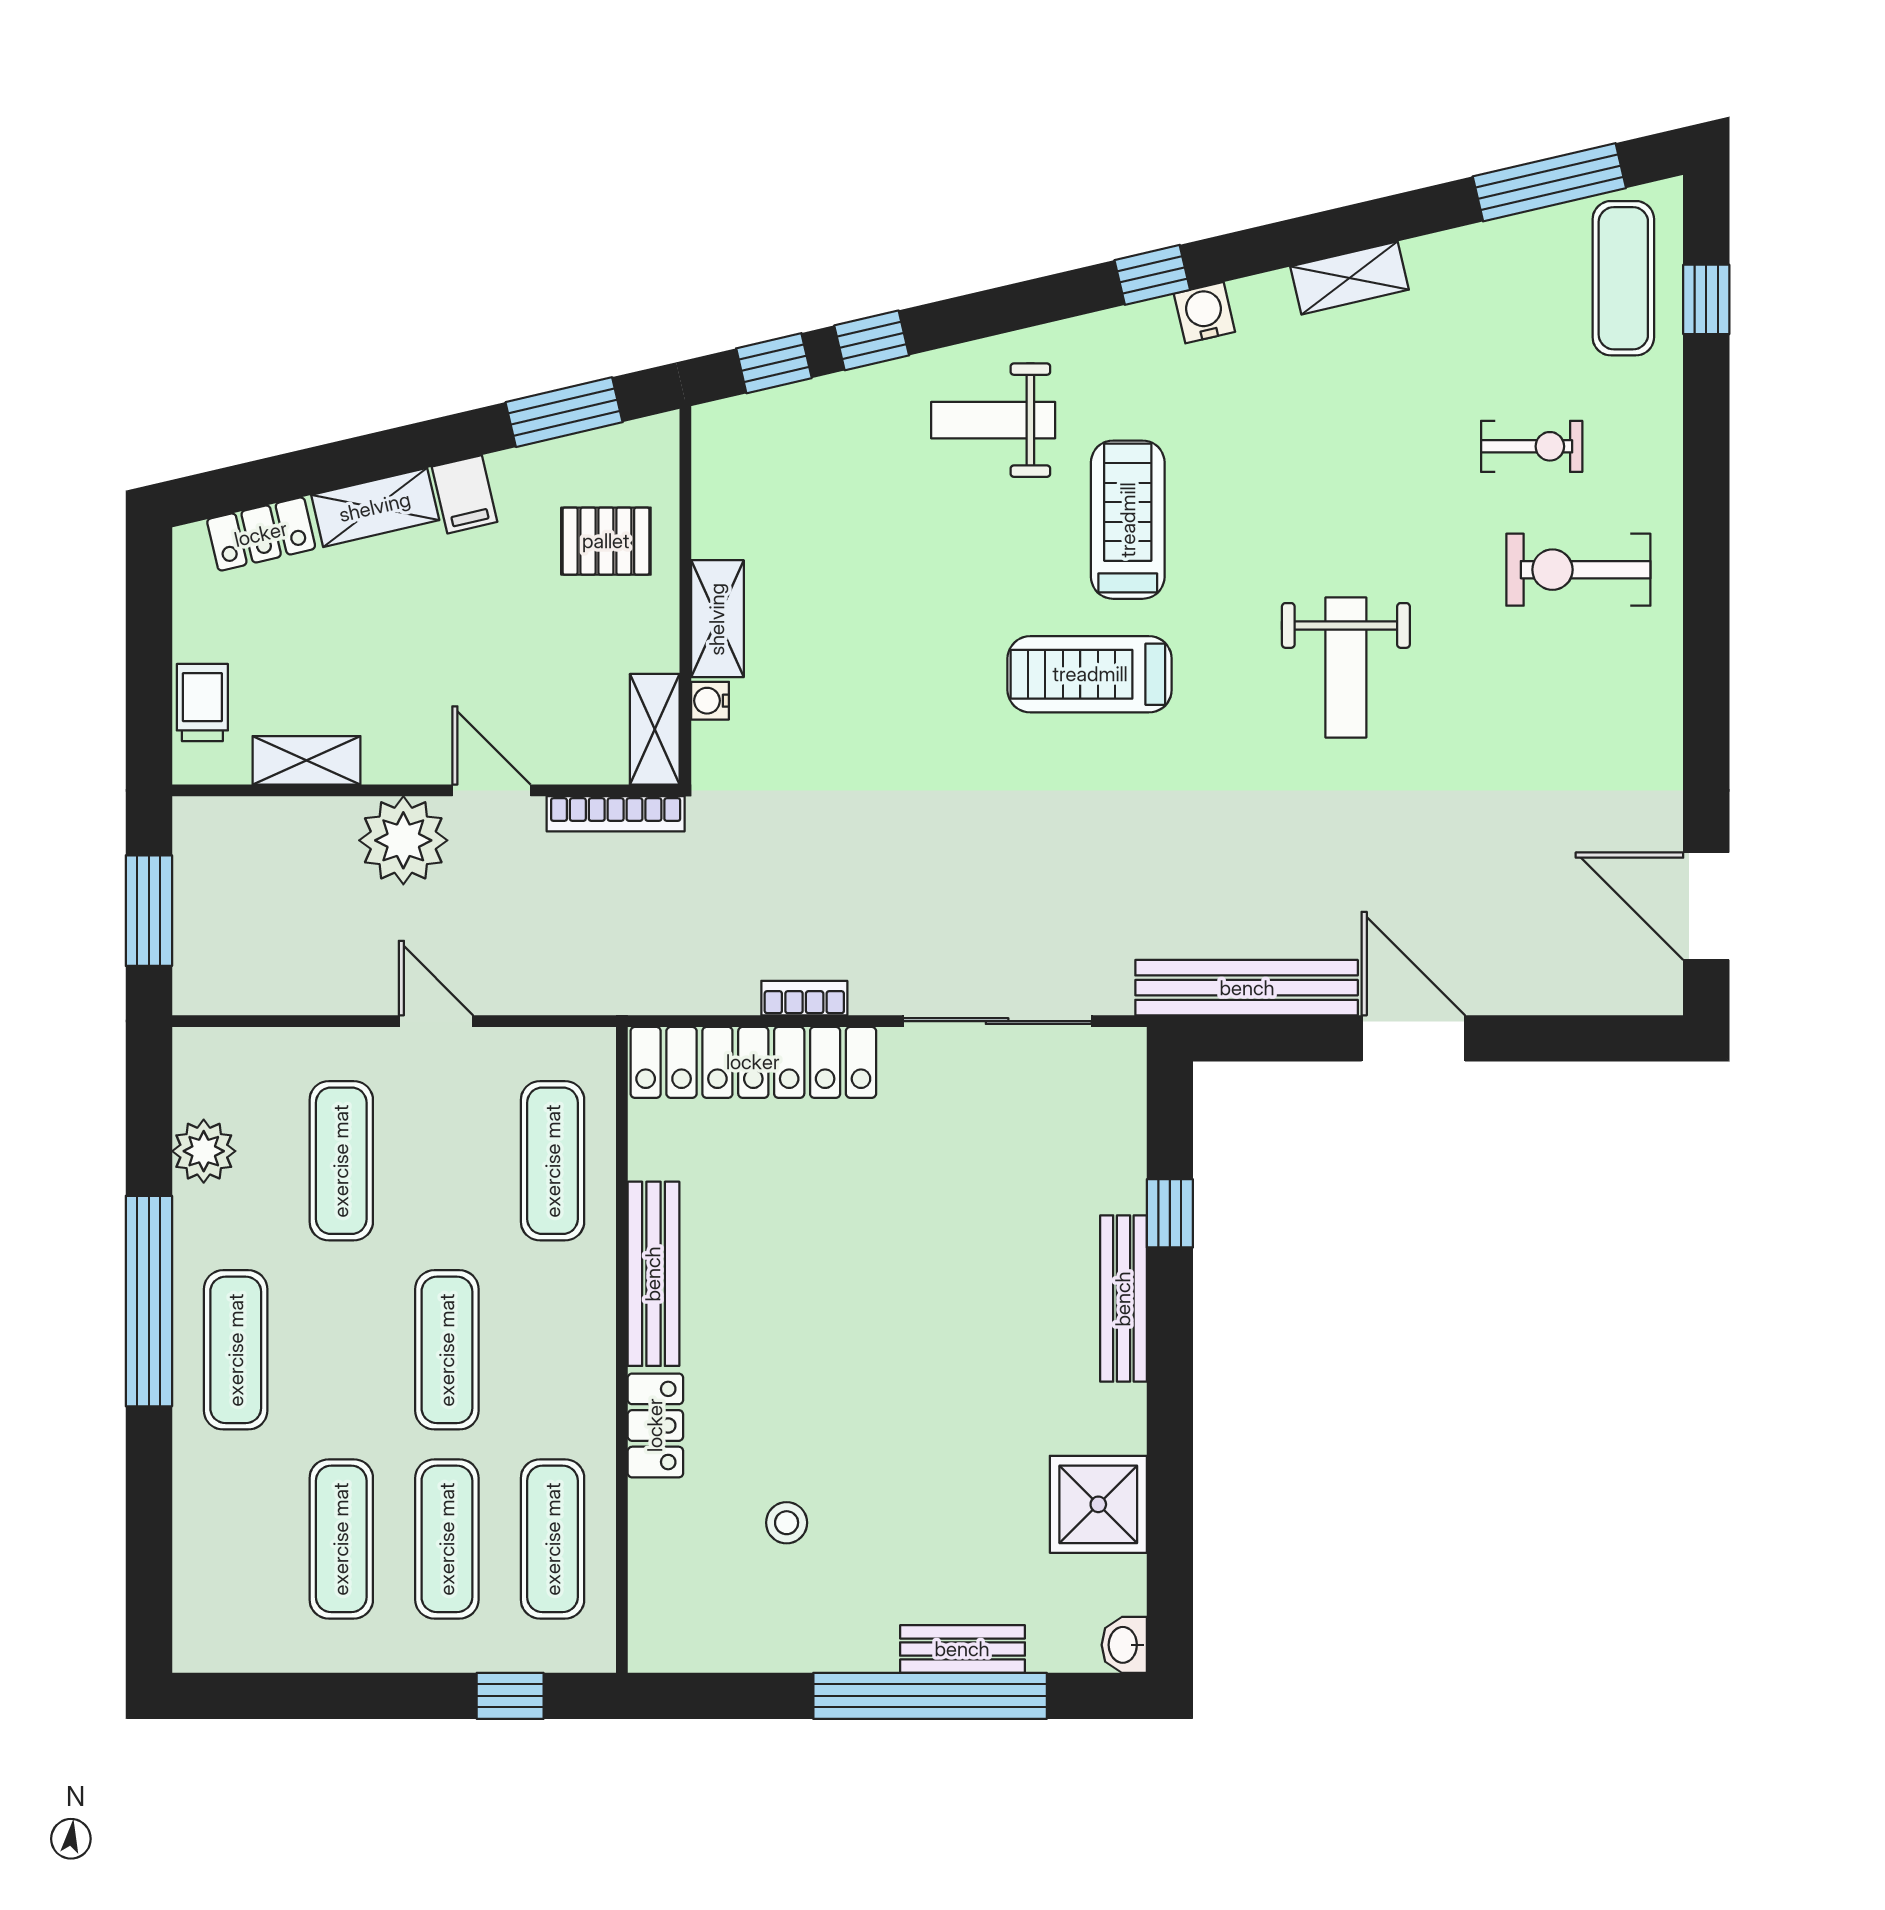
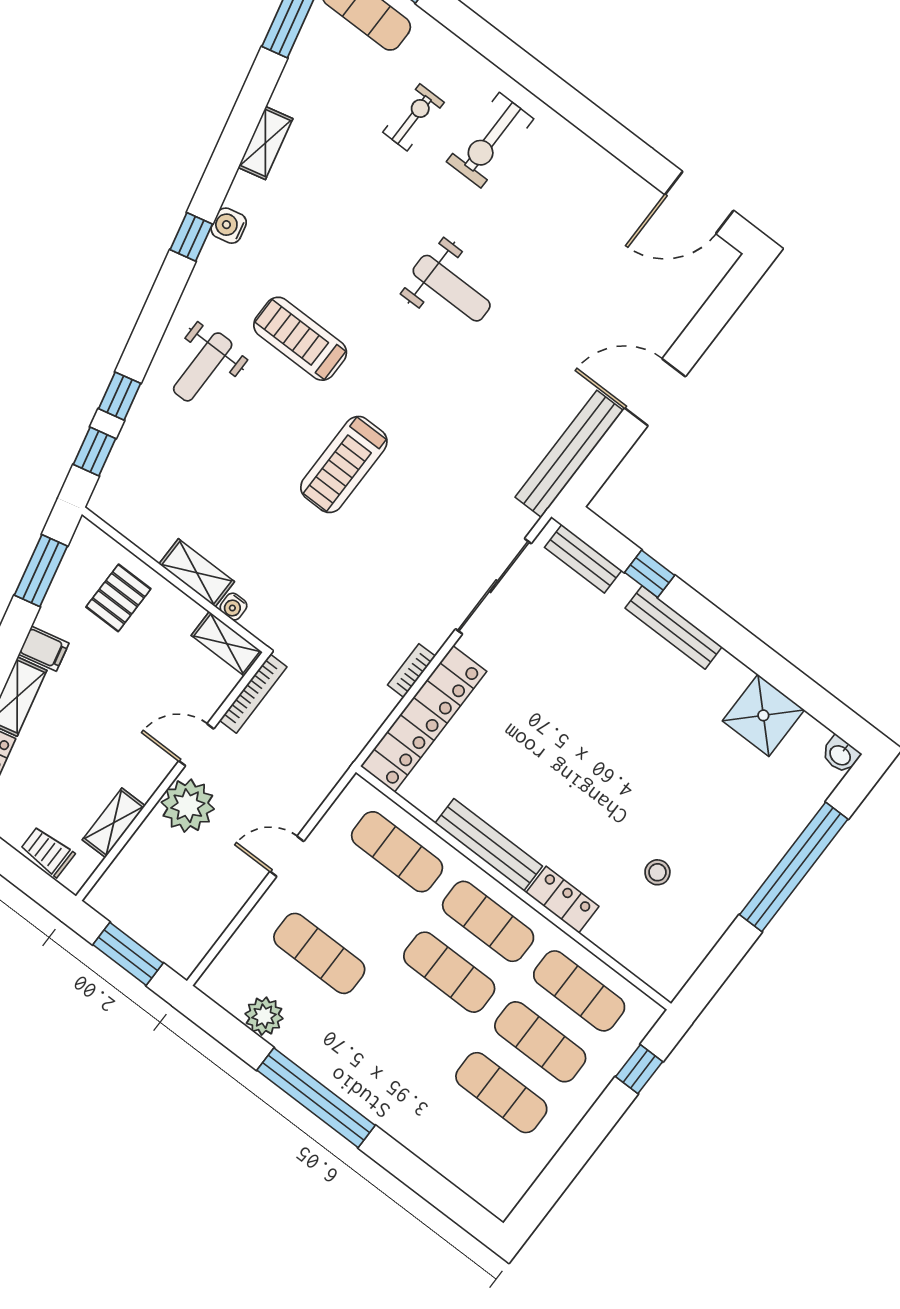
treadmill: (1090, 674) -> (344, 464), moved
exercise mat: (236, 1350) -> (488, 921), moved
bench: (962, 1649) -> (583, 559), moved, turned 90

